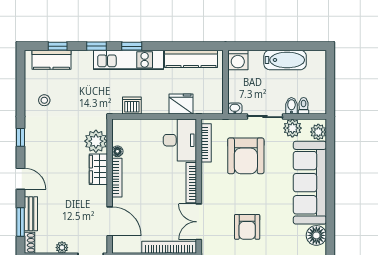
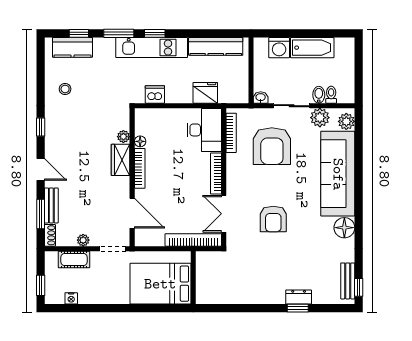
window: (97, 46) -> (119, 33), width x1.50
washing machine: (238, 60) -> (279, 48), moved
plant: (96, 141) -> (123, 137), width x0.53, depth x0.53

